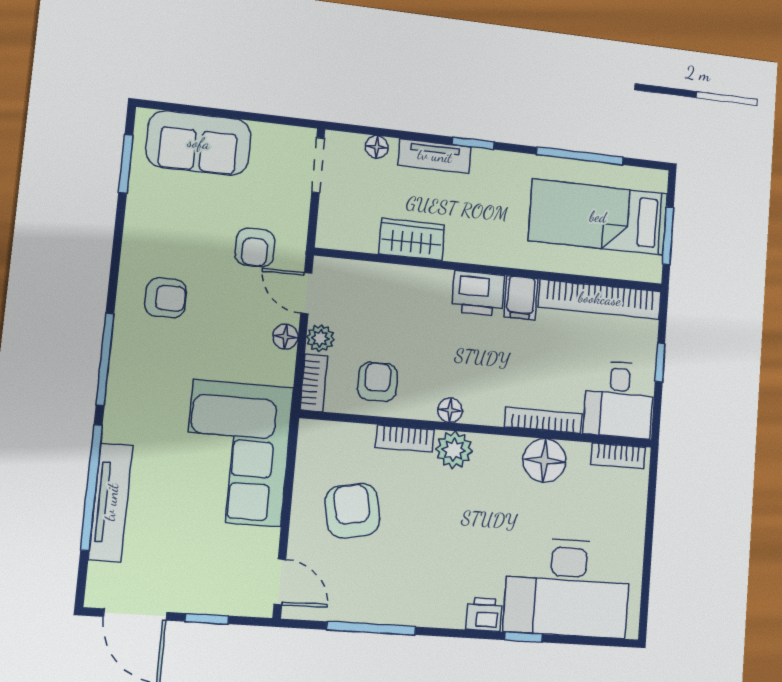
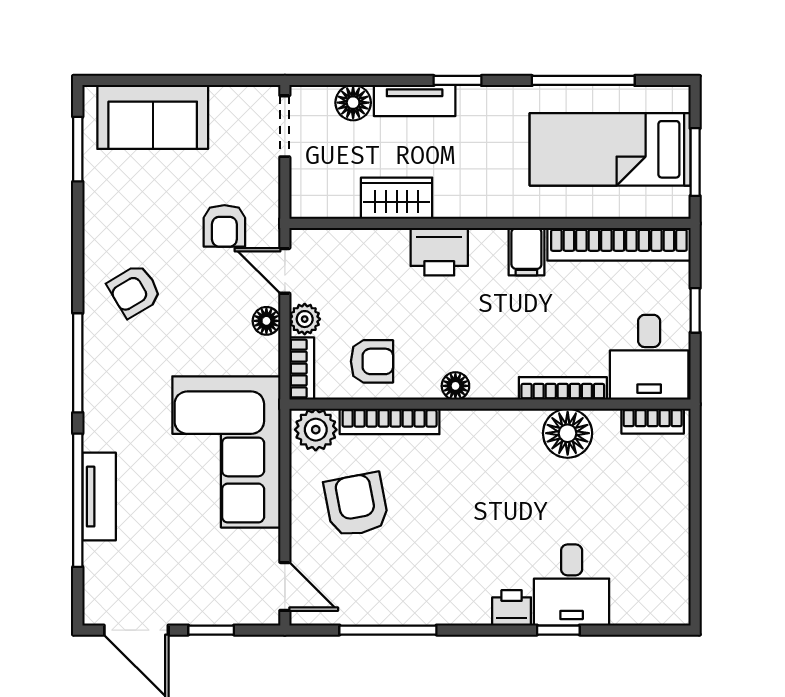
floor lamp: (377, 147) -> (353, 103), width x1.37, depth x1.37
printer: (478, 293) -> (439, 252), moved
armchair: (166, 298) -> (134, 291), turned 149
armchair: (378, 382) -> (372, 361), turned 90
bookcase: (405, 439) -> (390, 421), width x1.56
plant: (454, 450) -> (316, 430), moved
tv unit: (111, 502) -> (99, 497), width x0.71
desk: (567, 588) -> (572, 585), width x0.53, depth x0.77

